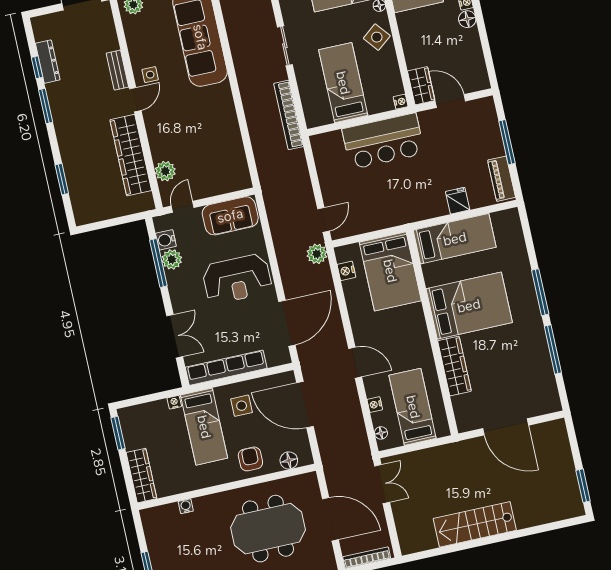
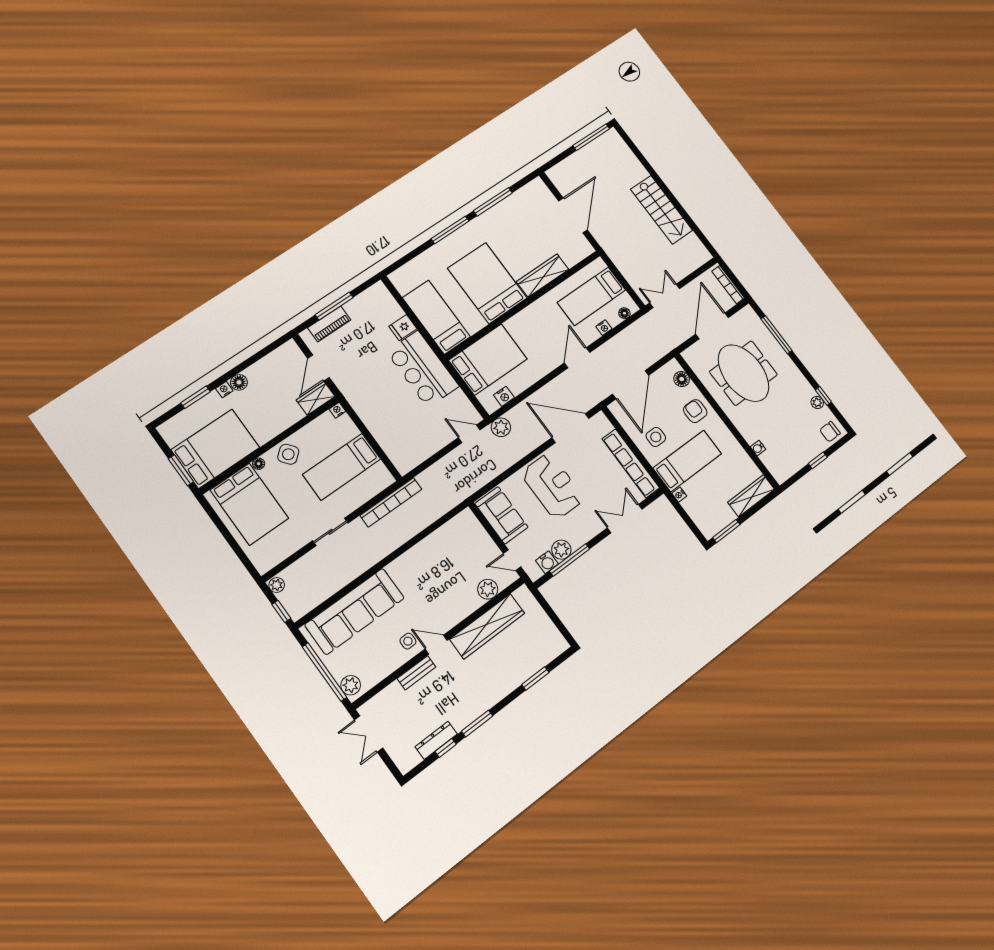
bar counter: (383, 141) -> (423, 369), moved, turned 180
piano: (502, 179) -> (329, 324), moved
armchair: (250, 459) -> (695, 411), turned 90
window: (583, 486) -> (591, 137), width x1.44

